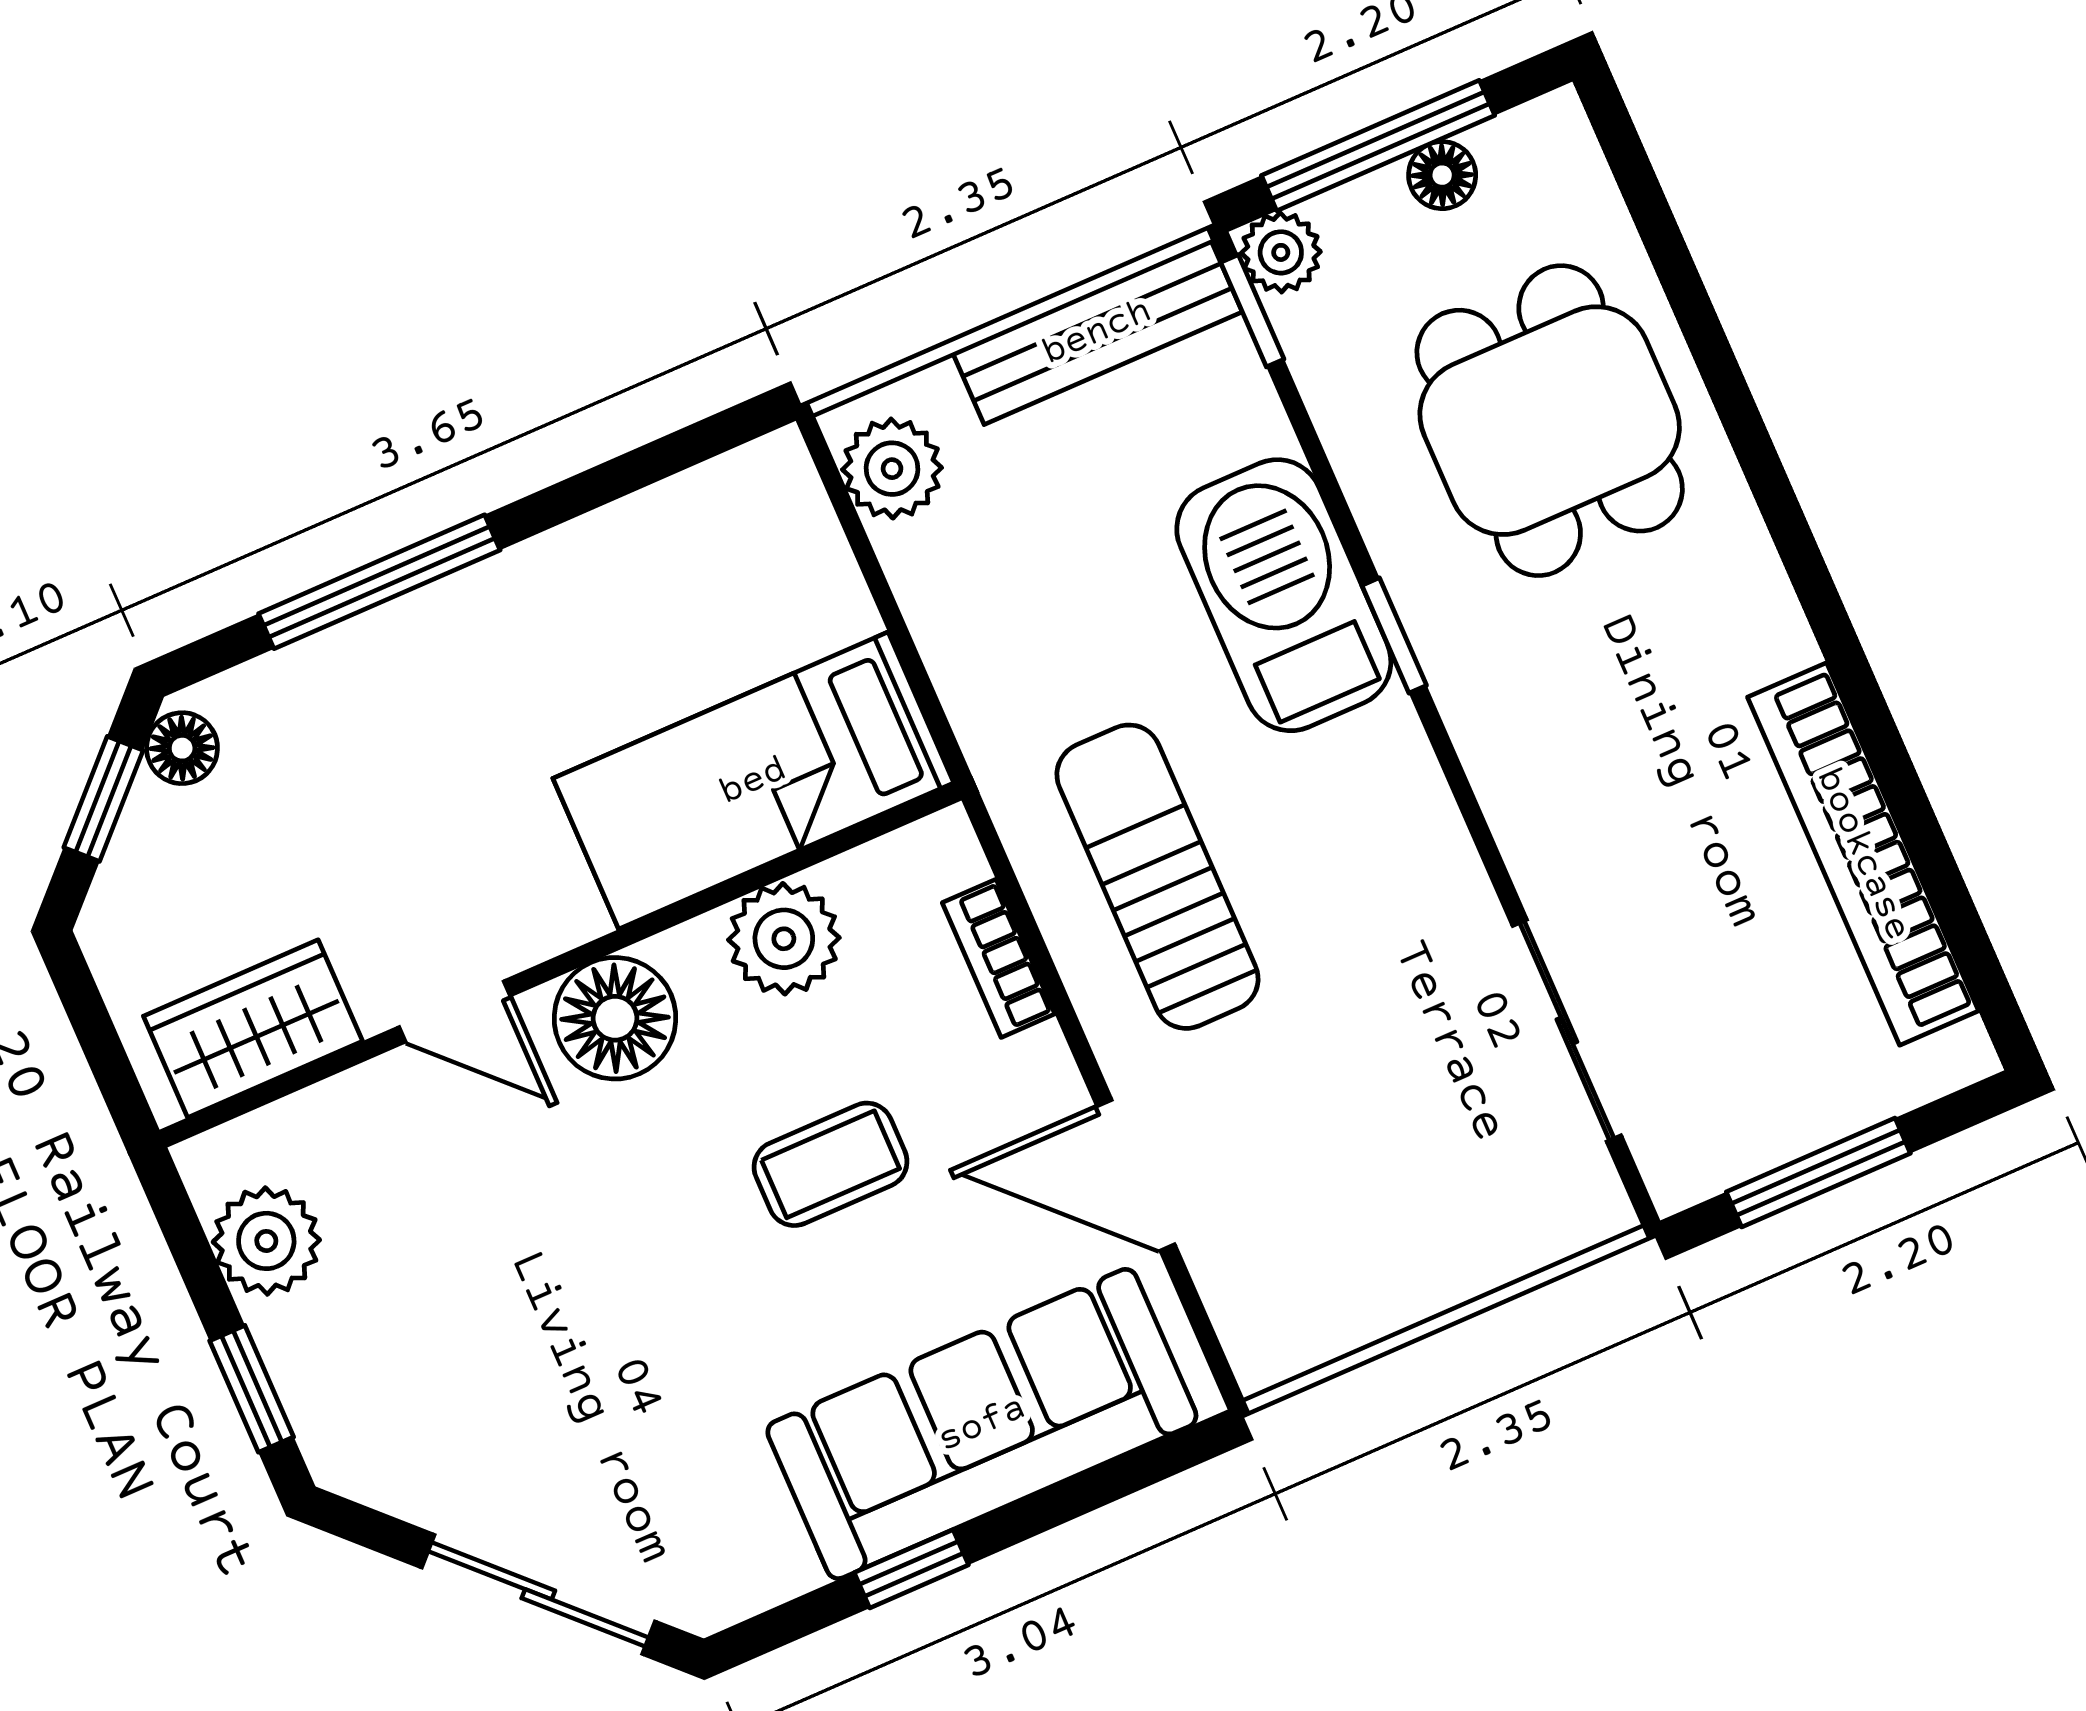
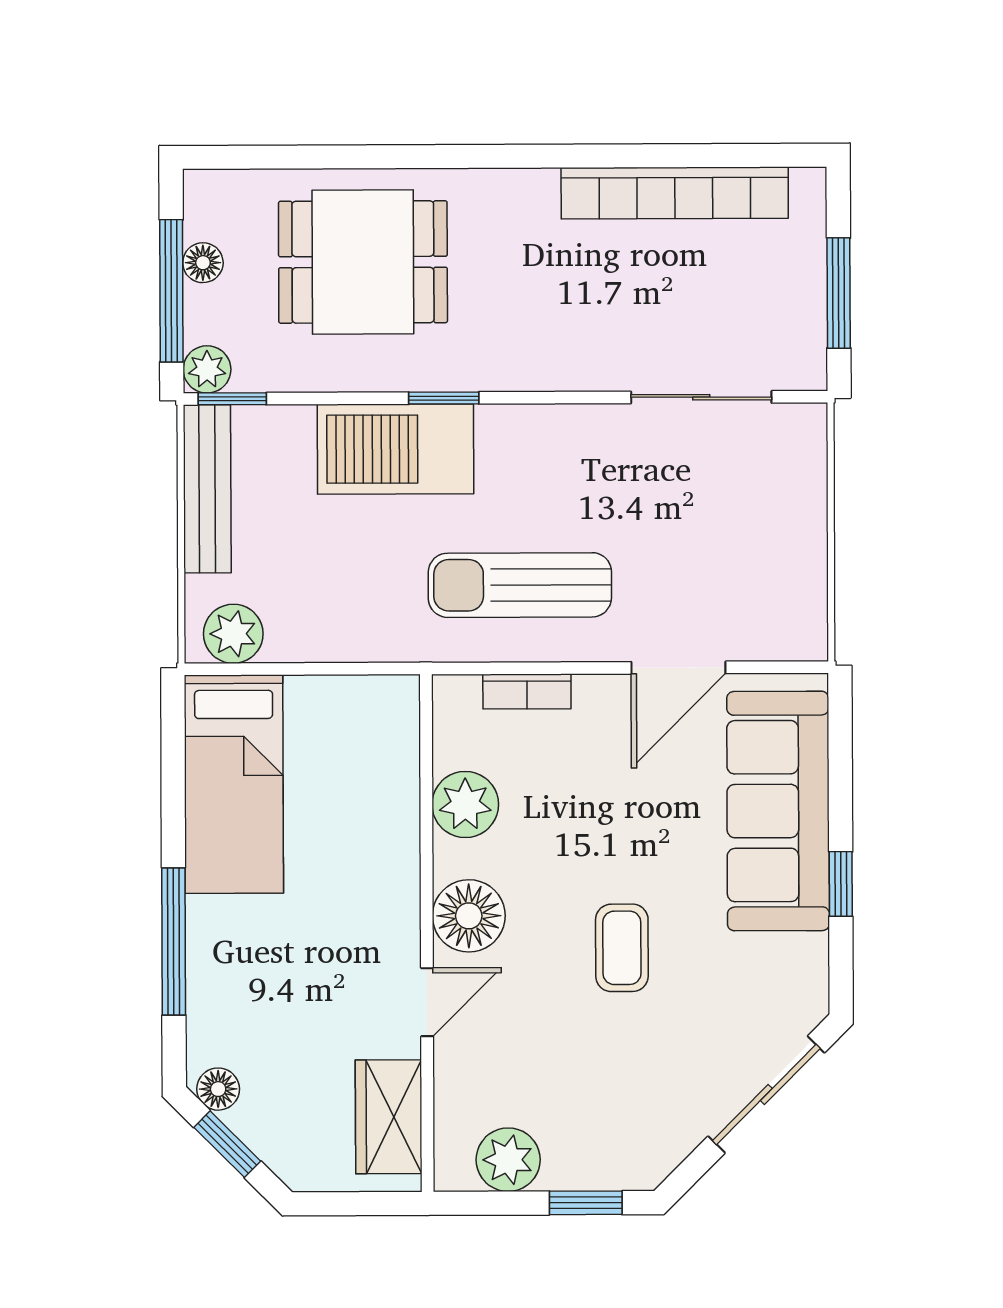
bed: (753, 781) -> (234, 784), moved
coffee table: (831, 1164) -> (622, 948), moved

